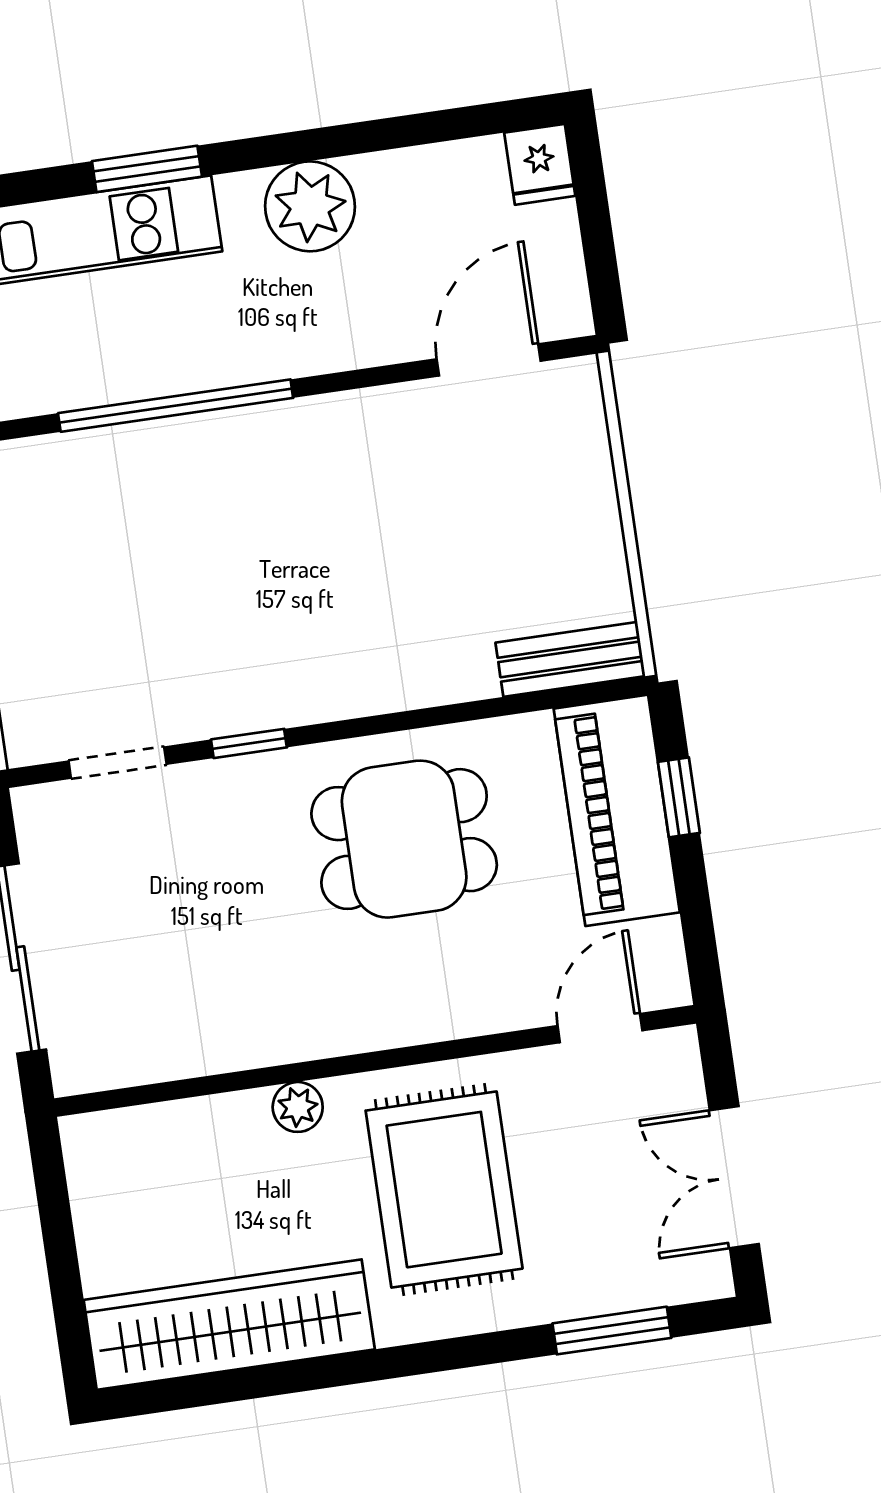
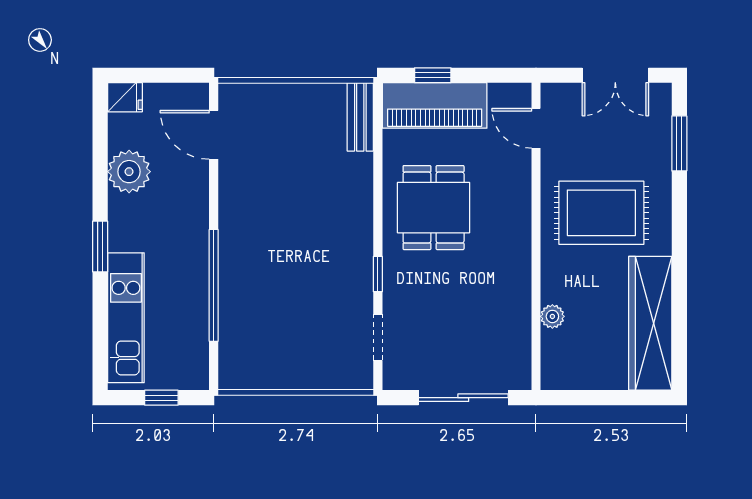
window: (147, 169) -> (100, 247), moved
plant: (310, 206) -> (129, 172), moved
plant: (298, 1107) -> (552, 316), moved

